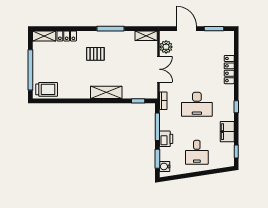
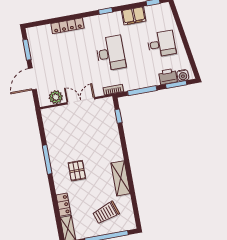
shelving: (146, 36) -> (48, 120), removed
trolley: (47, 89) -> (106, 213), moved, turned -109
shelving: (106, 92) -> (121, 178), moved
printer: (166, 139) -> (168, 76), moved

